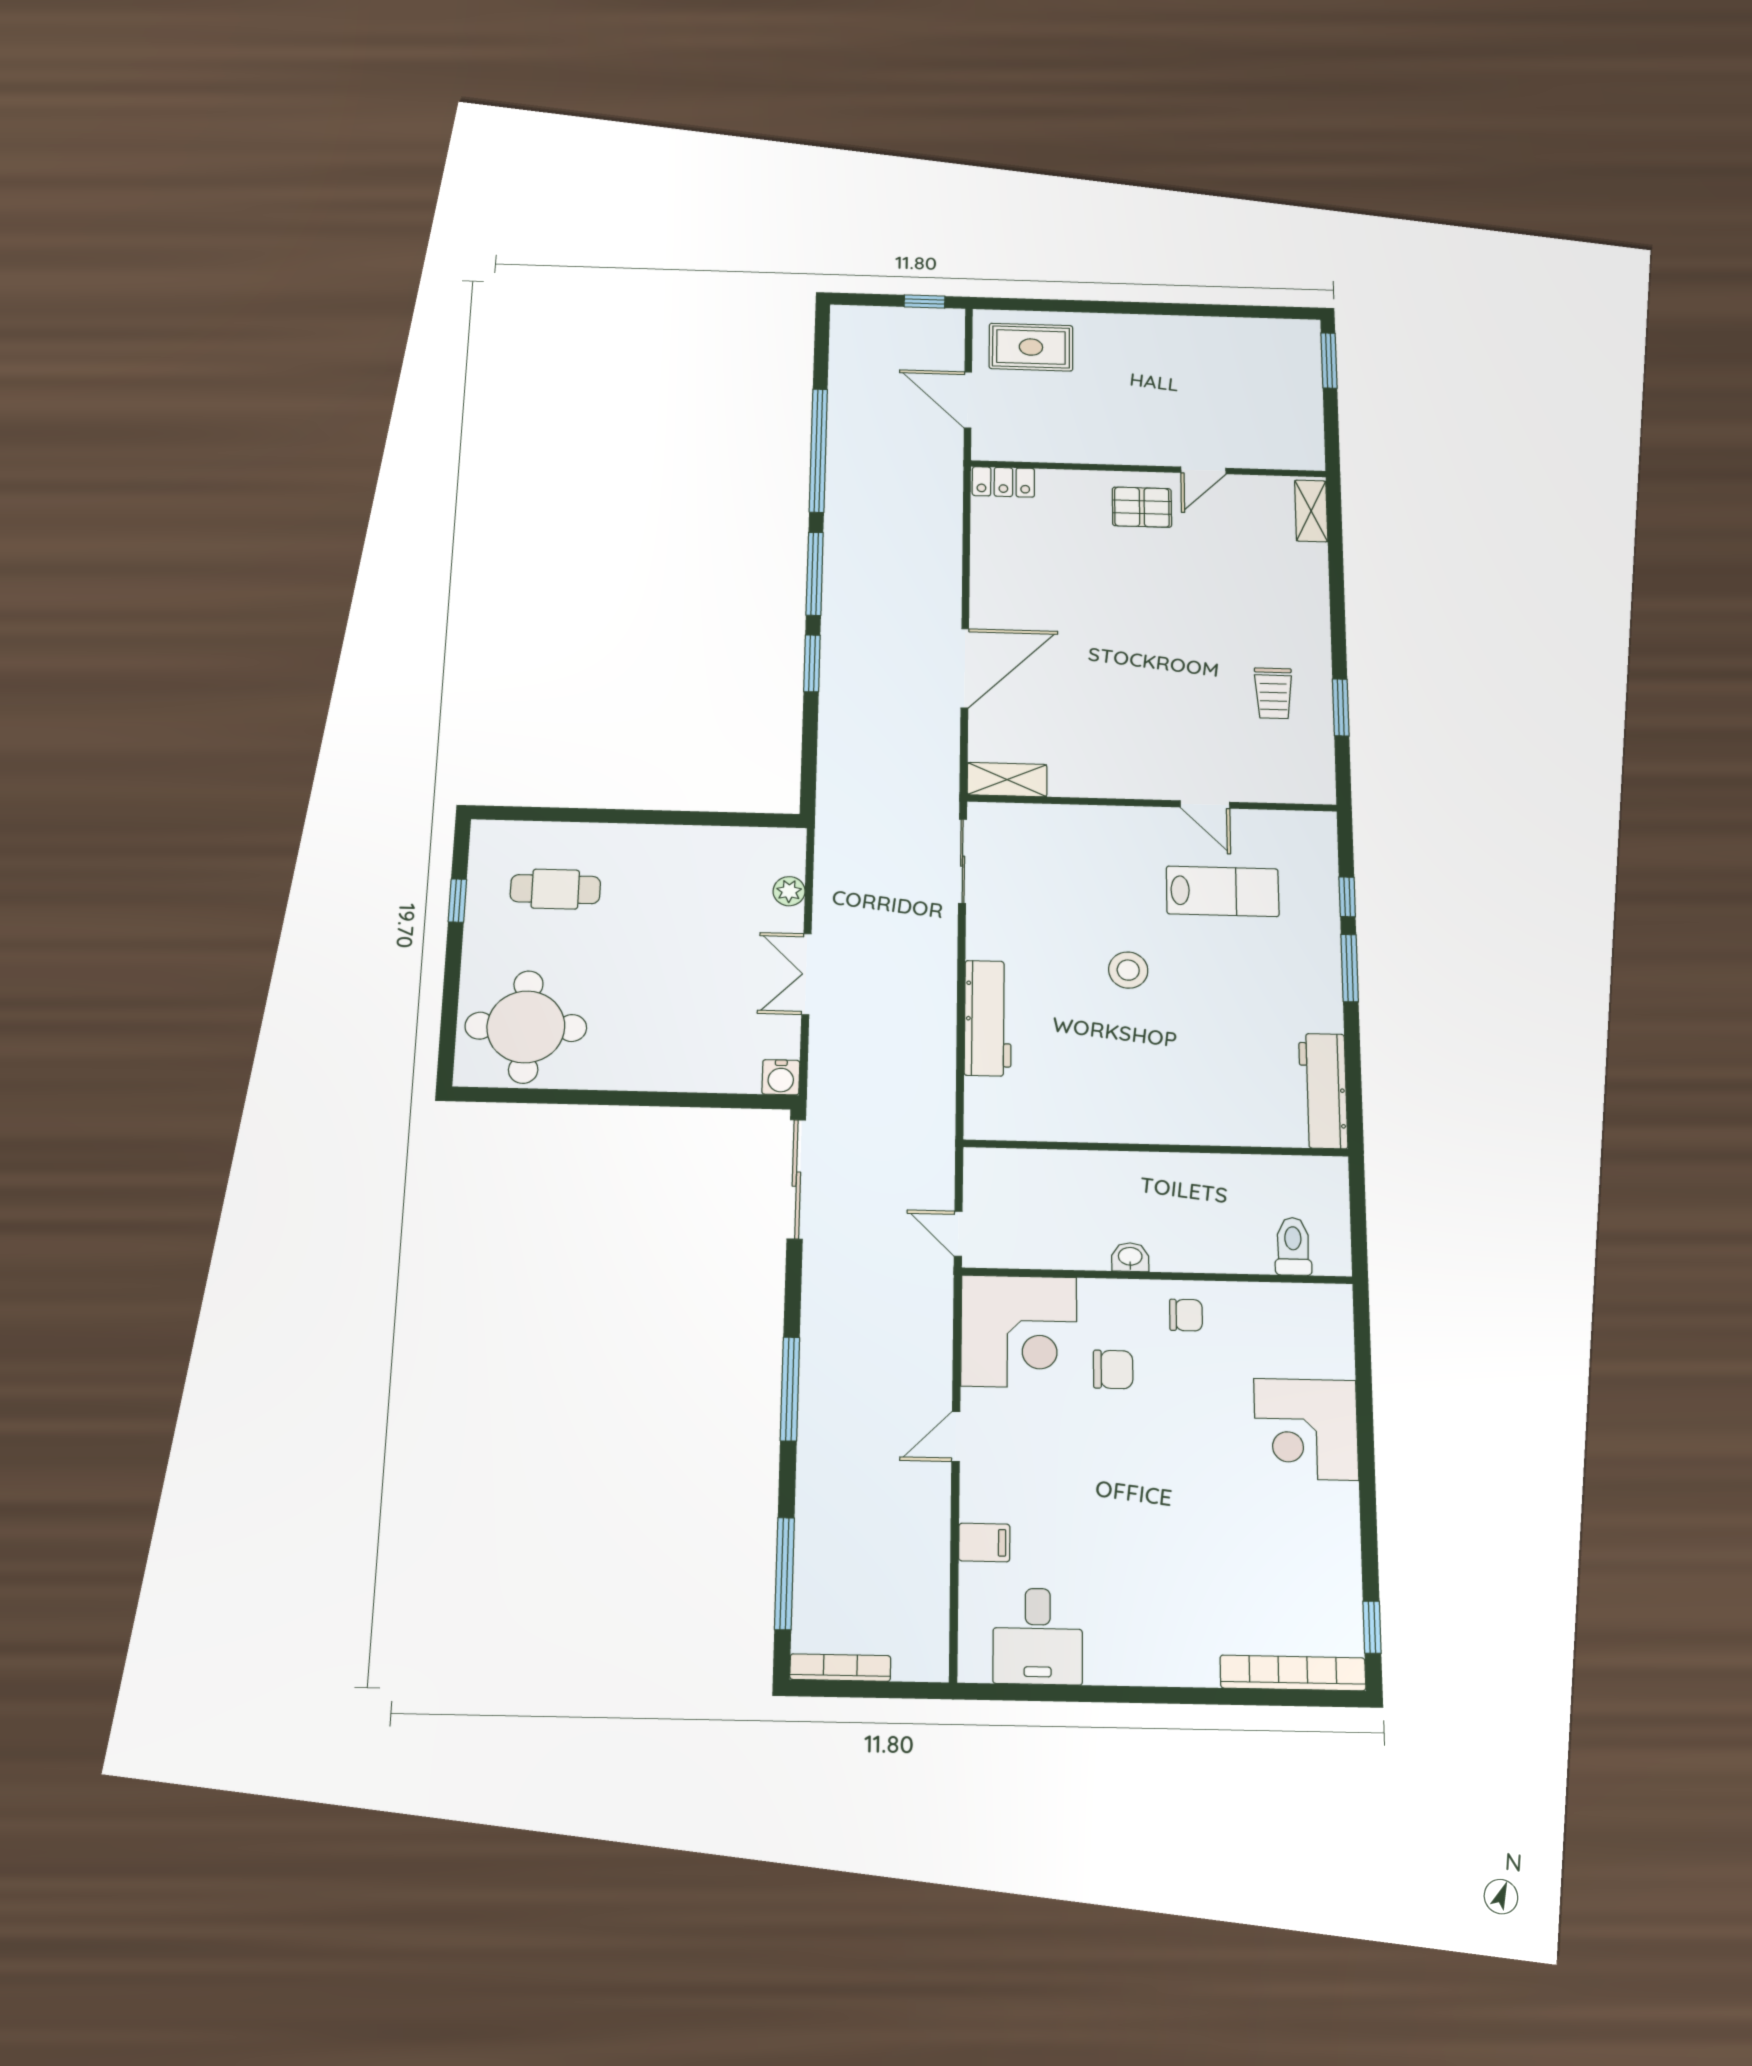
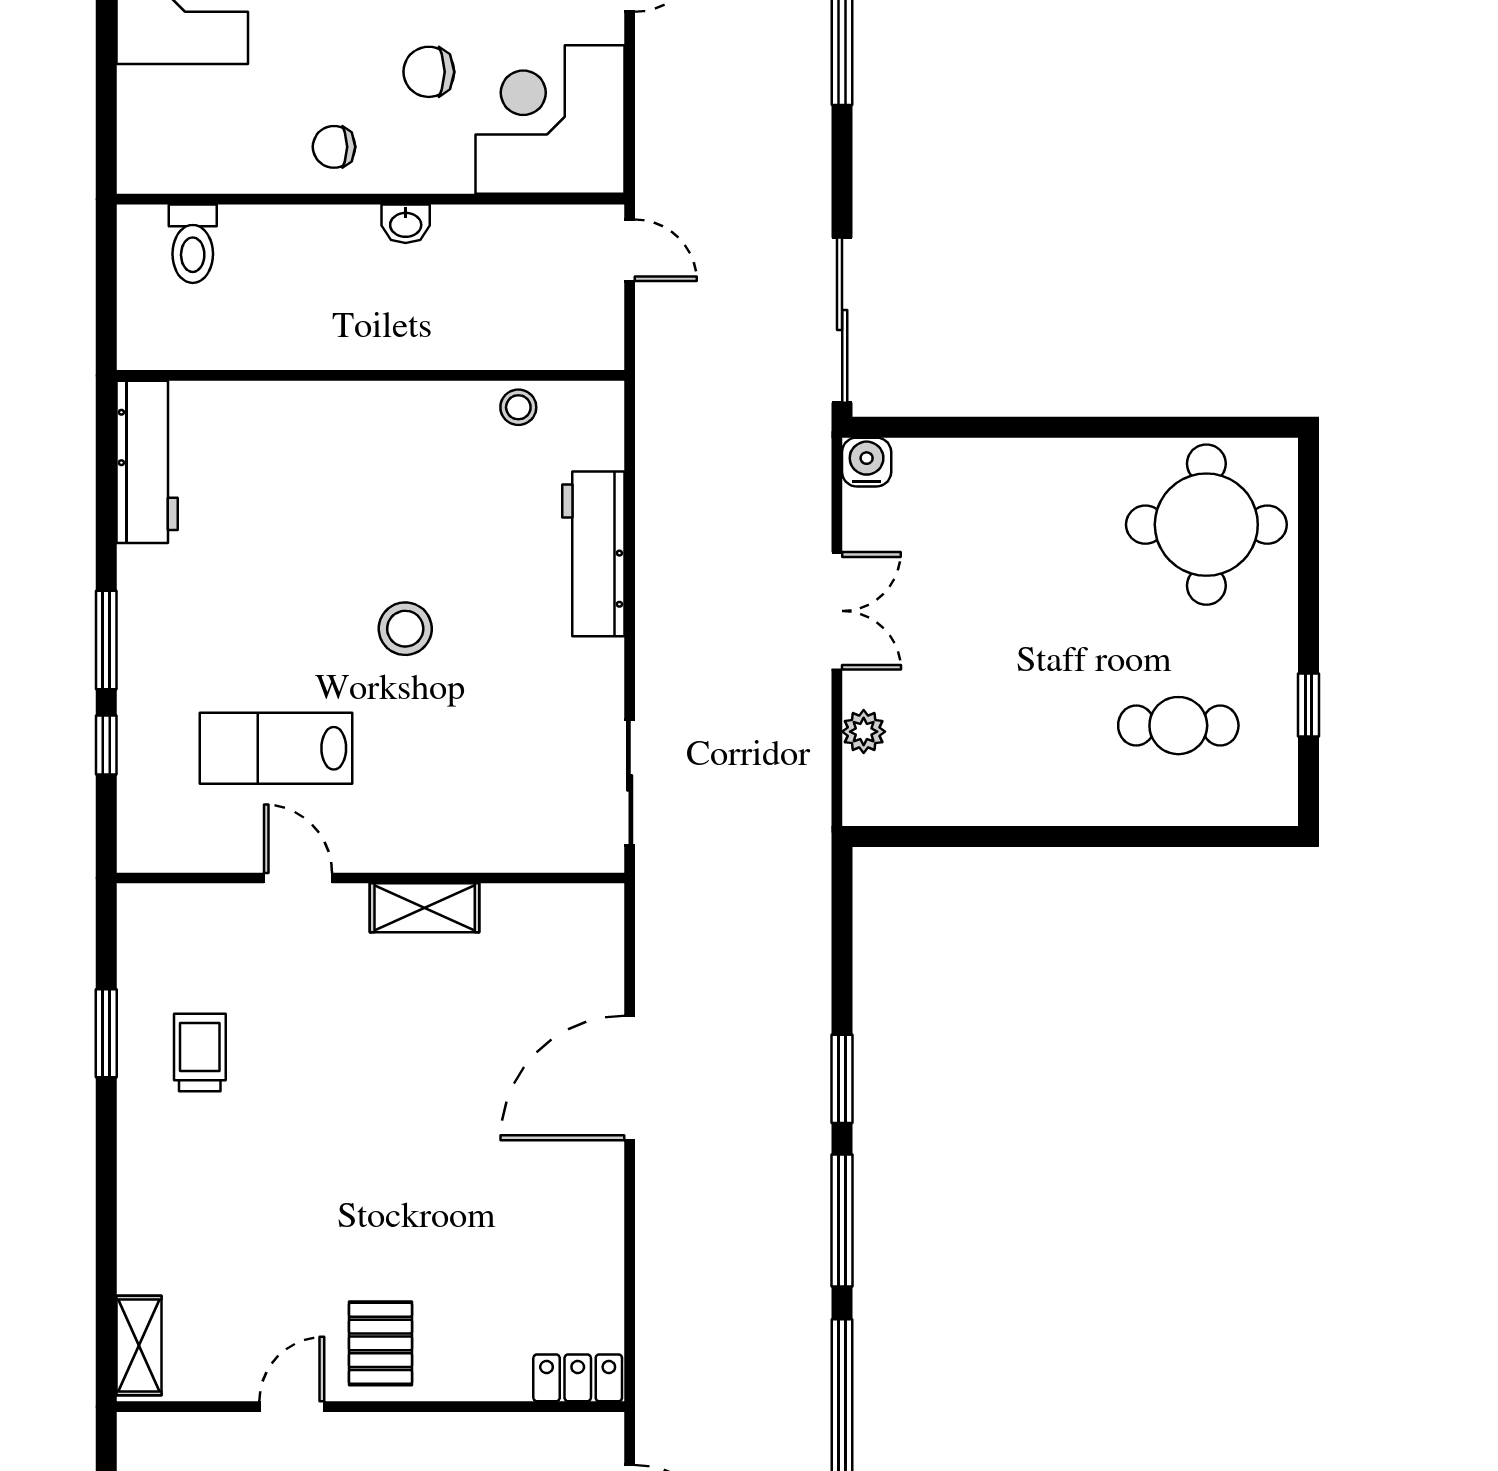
pallet: (1142, 507) -> (380, 1343), turned 90
shelving: (1007, 780) -> (425, 908), moved
stool: (1044, 1123) -> (518, 407), added

